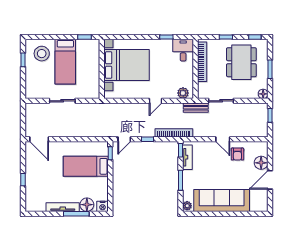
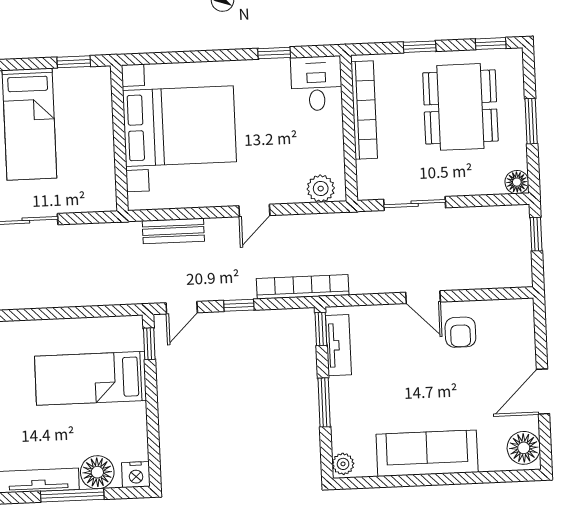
bench: (196, 108) -> (173, 231), moved
floor lamp: (261, 163) -> (524, 448), moved
sofa: (222, 200) -> (427, 453), width x0.74, depth x0.79

